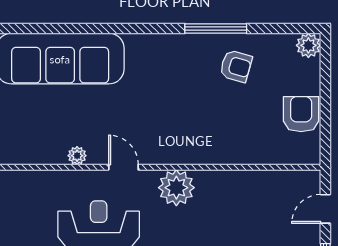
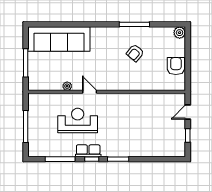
armchair: (236, 66) -> (135, 53), moved, turned 114
plant: (176, 188) -> (115, 102), removed

